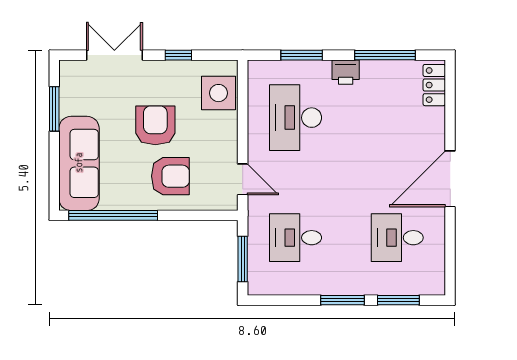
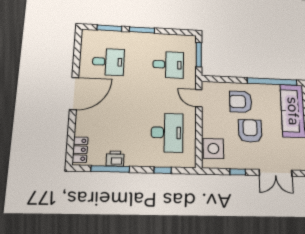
window: (302, 55) -> (163, 170), width x0.67
printer: (346, 72) -> (115, 159), moved
armchair: (155, 125) -> (250, 131), turned 180

